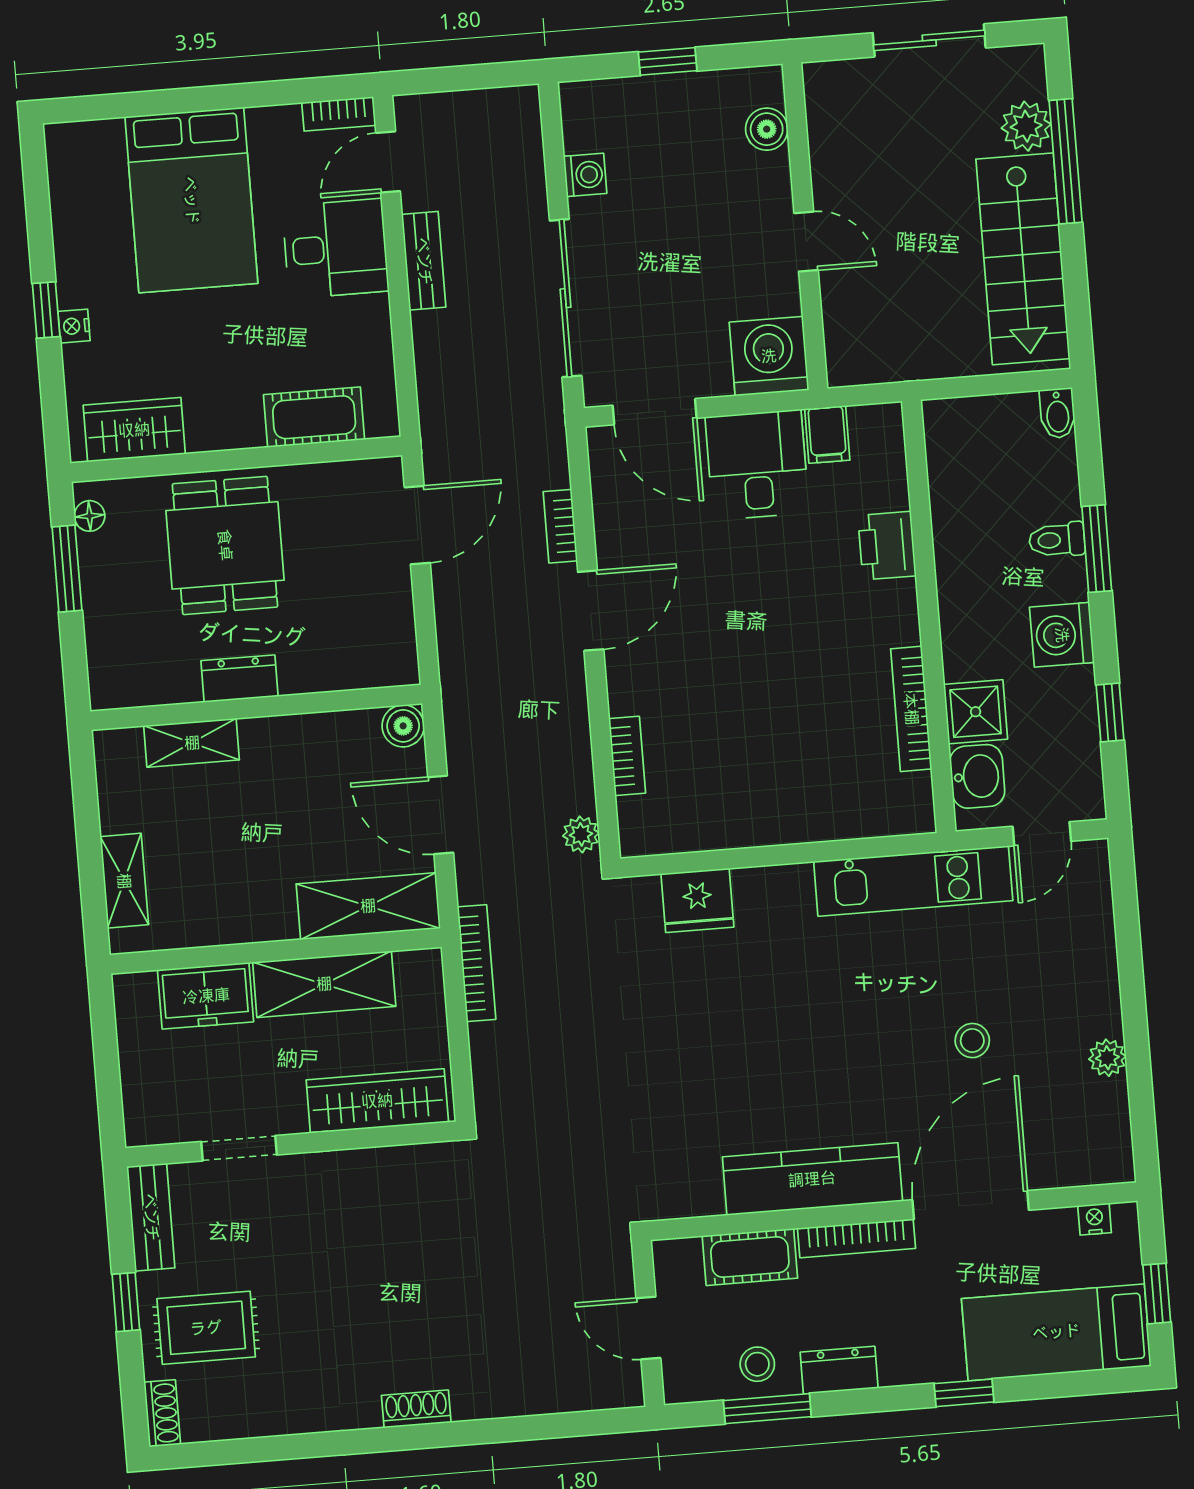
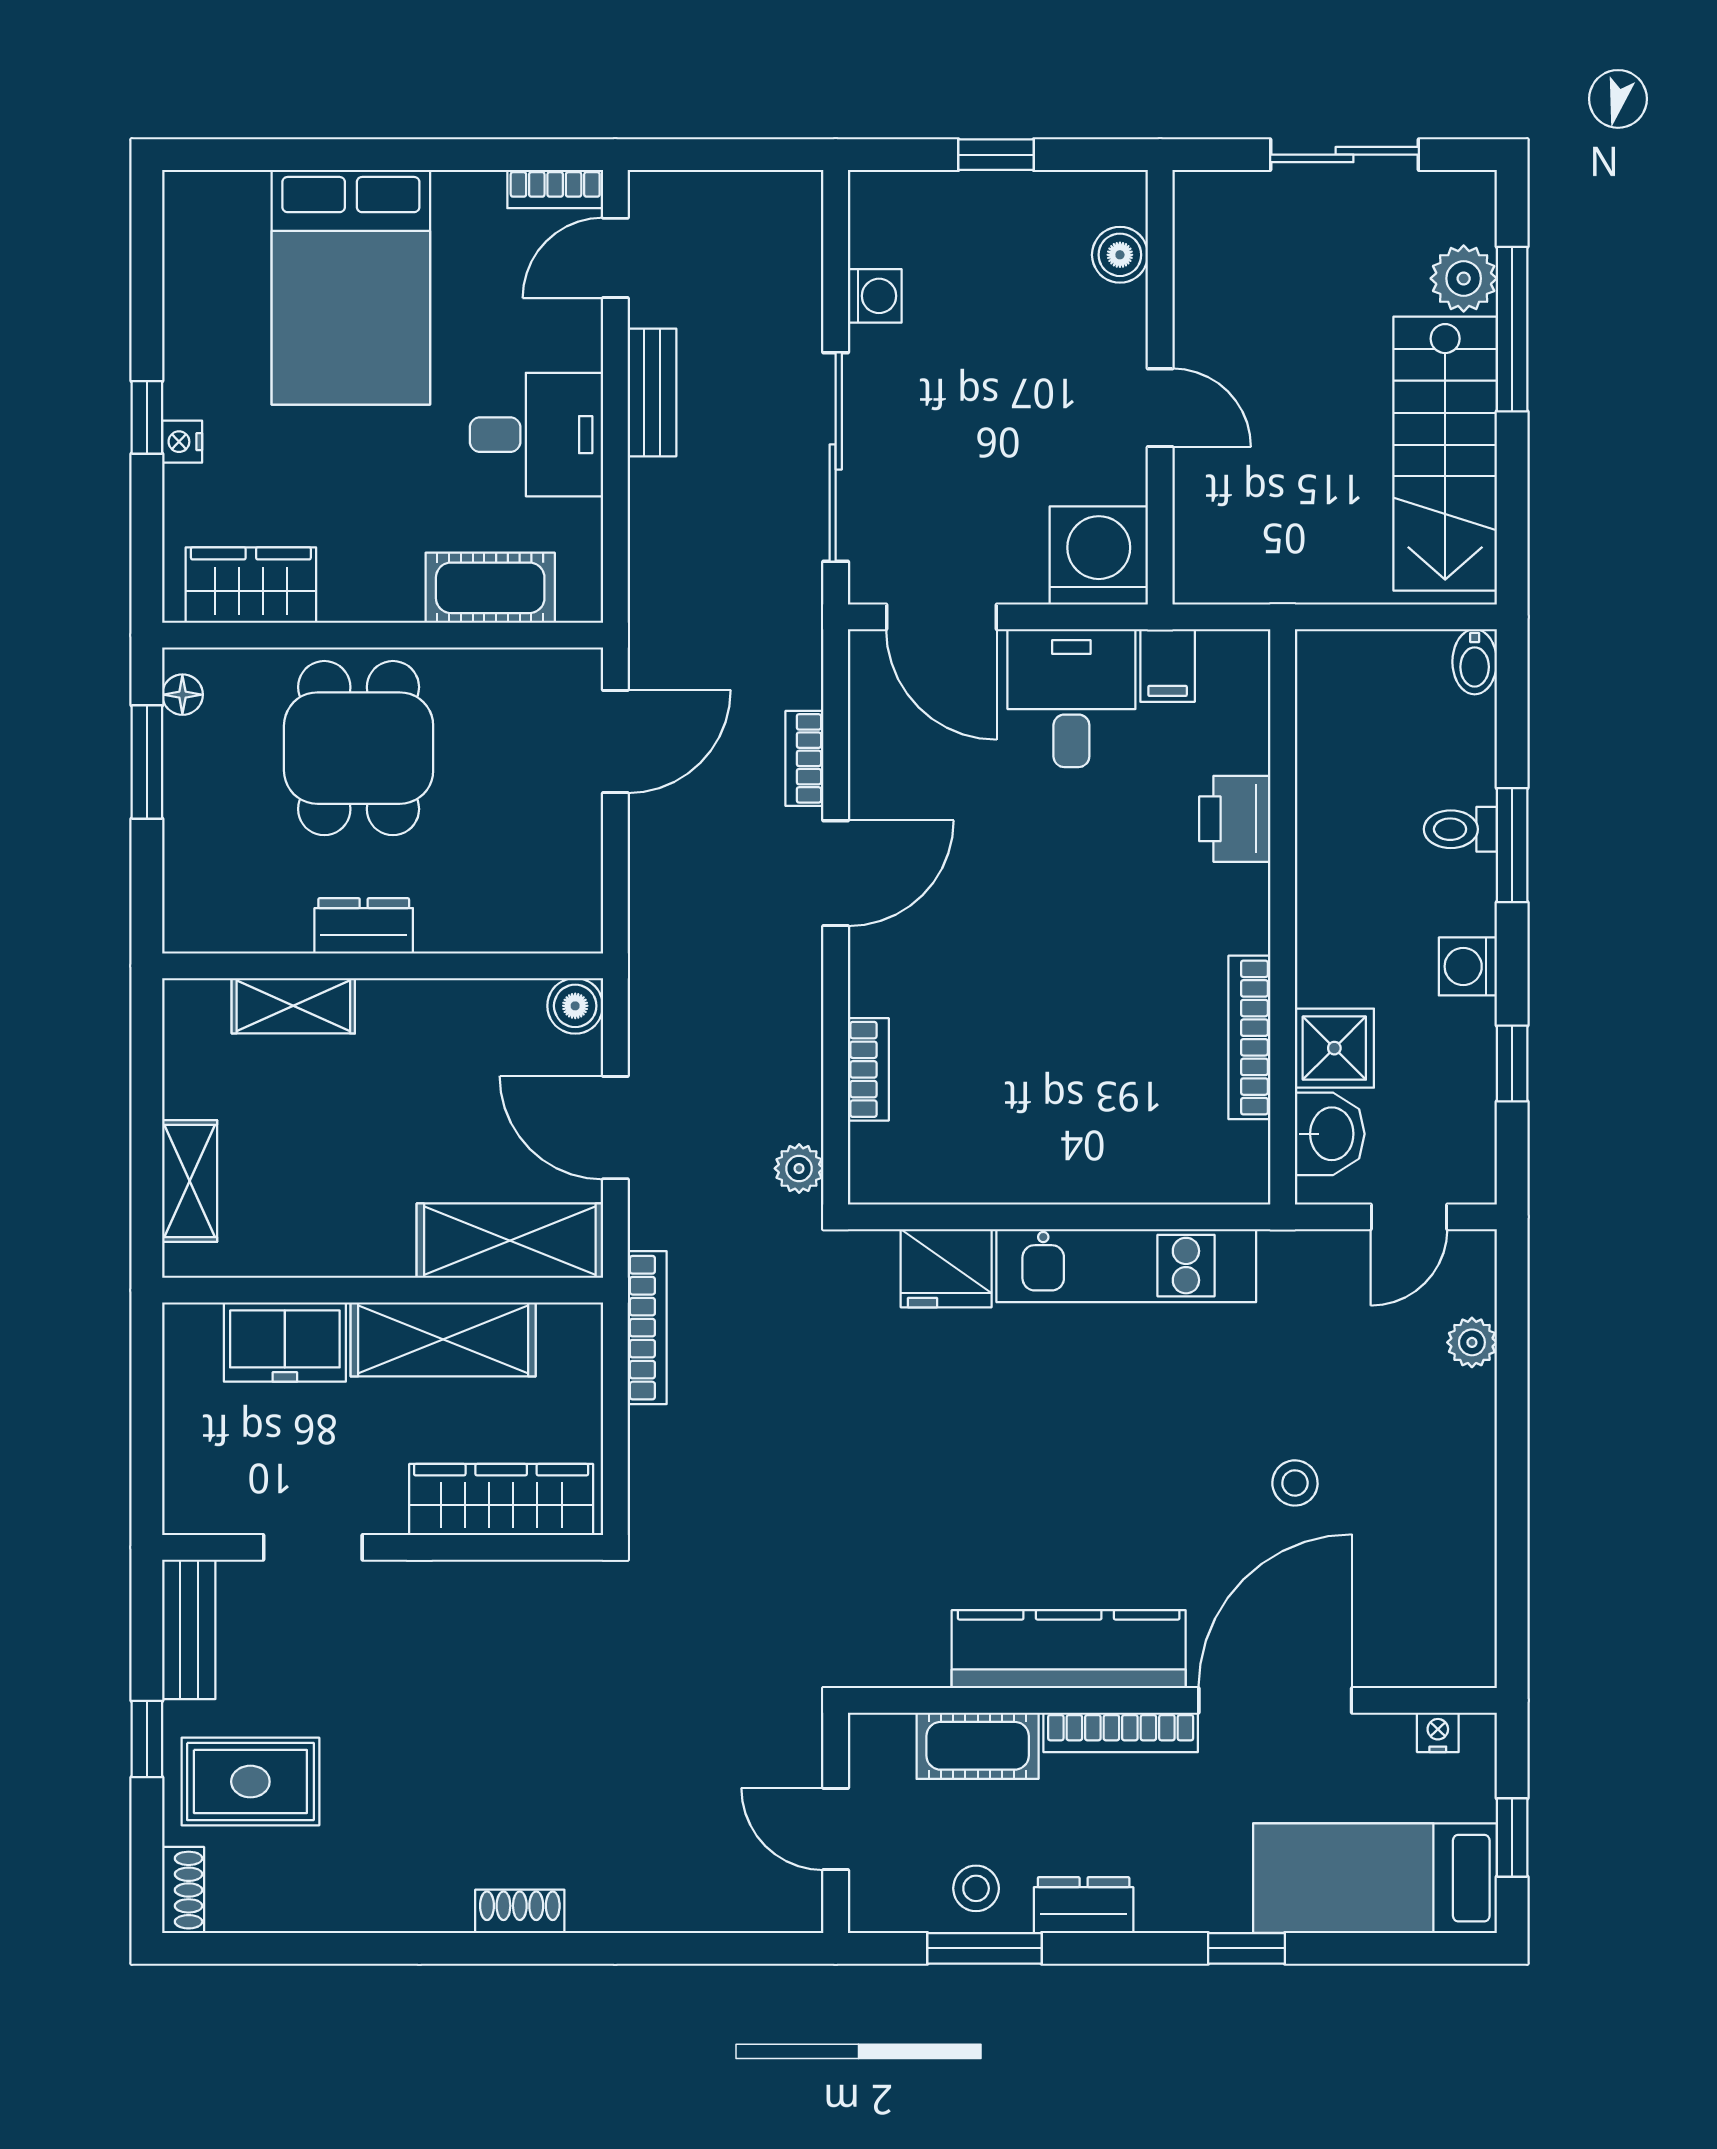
desk: (335, 249) -> (536, 435), moved
washing machine: (1062, 635) -> (1468, 966), width x0.73, depth x0.73
kitchen unit: (913, 881) -> (1126, 1266), moved
plant: (1107, 1058) -> (1472, 1342), moved

